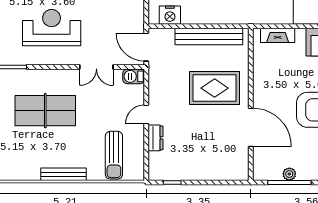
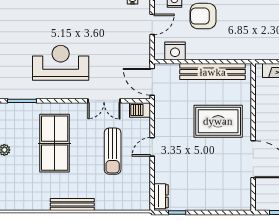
table tennis table: (45, 111) -> (55, 143), turned 90
dresser: (155, 138) -> (161, 196), moved
sun lounger: (114, 155) -> (113, 151), moved

